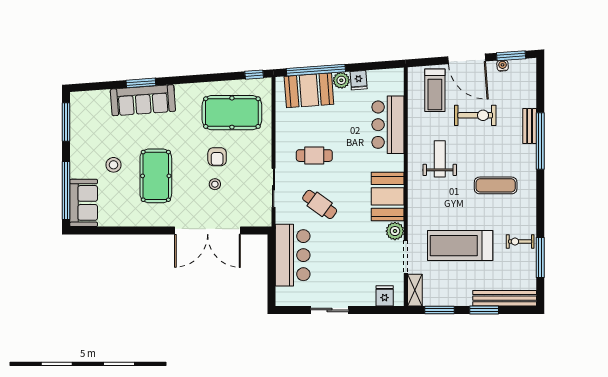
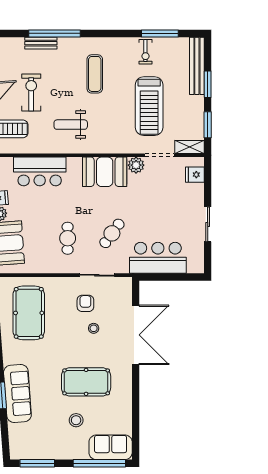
armchair: (217, 157) -> (85, 303), moved, turned -90

